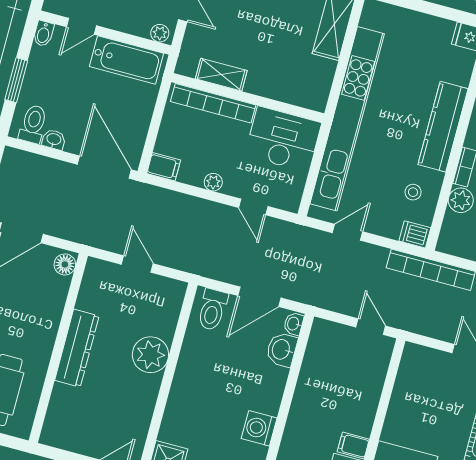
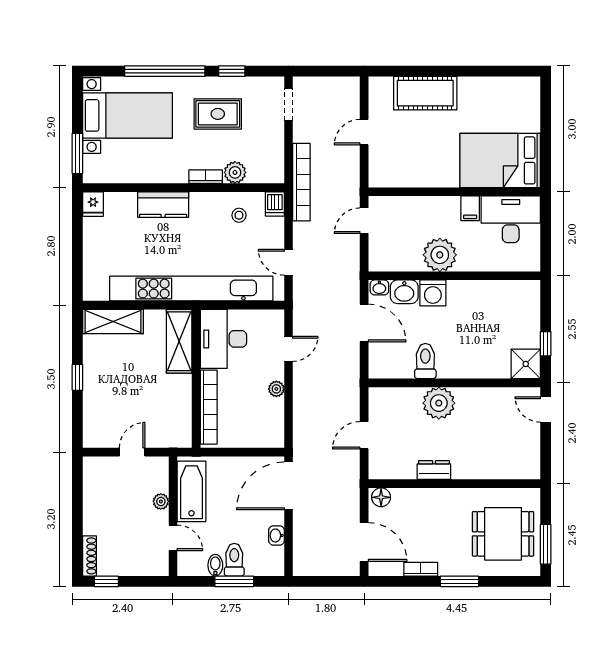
plant: (160, 33) -> (161, 501), moved
bidet: (43, 34) -> (215, 565), moved, turned -90
shelving: (221, 75) -> (179, 341), moved, width x1.50, depth x1.33
toilet: (33, 124) -> (234, 560), moved, turned 90
kitchen counter: (443, 127) -> (163, 205), width x0.67
filing cabinet: (164, 167) -> (275, 435), removed
toilet: (212, 310) -> (425, 361), moved, turned -90
dresser: (77, 348) -> (434, 470), width x0.51, depth x0.80
plant: (311, 399) -> (440, 255), added
washing machine: (259, 428) -> (433, 293), moved

